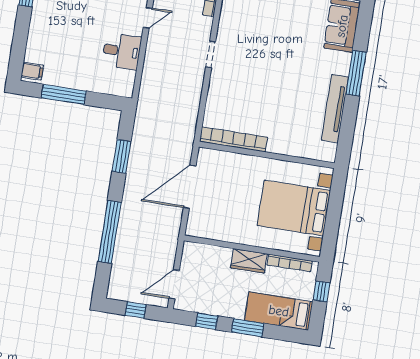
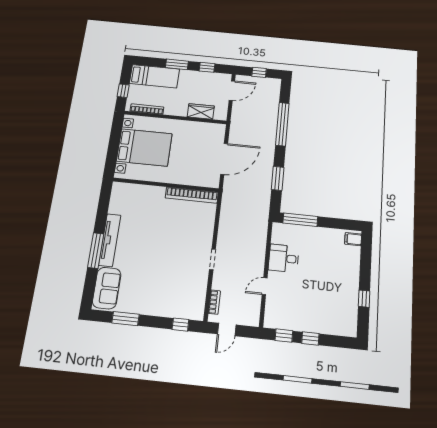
window: (64, 94) -> (300, 220), moved
tv unit: (335, 109) -> (110, 240), moved
wardrobe: (249, 261) -> (201, 111), moved

